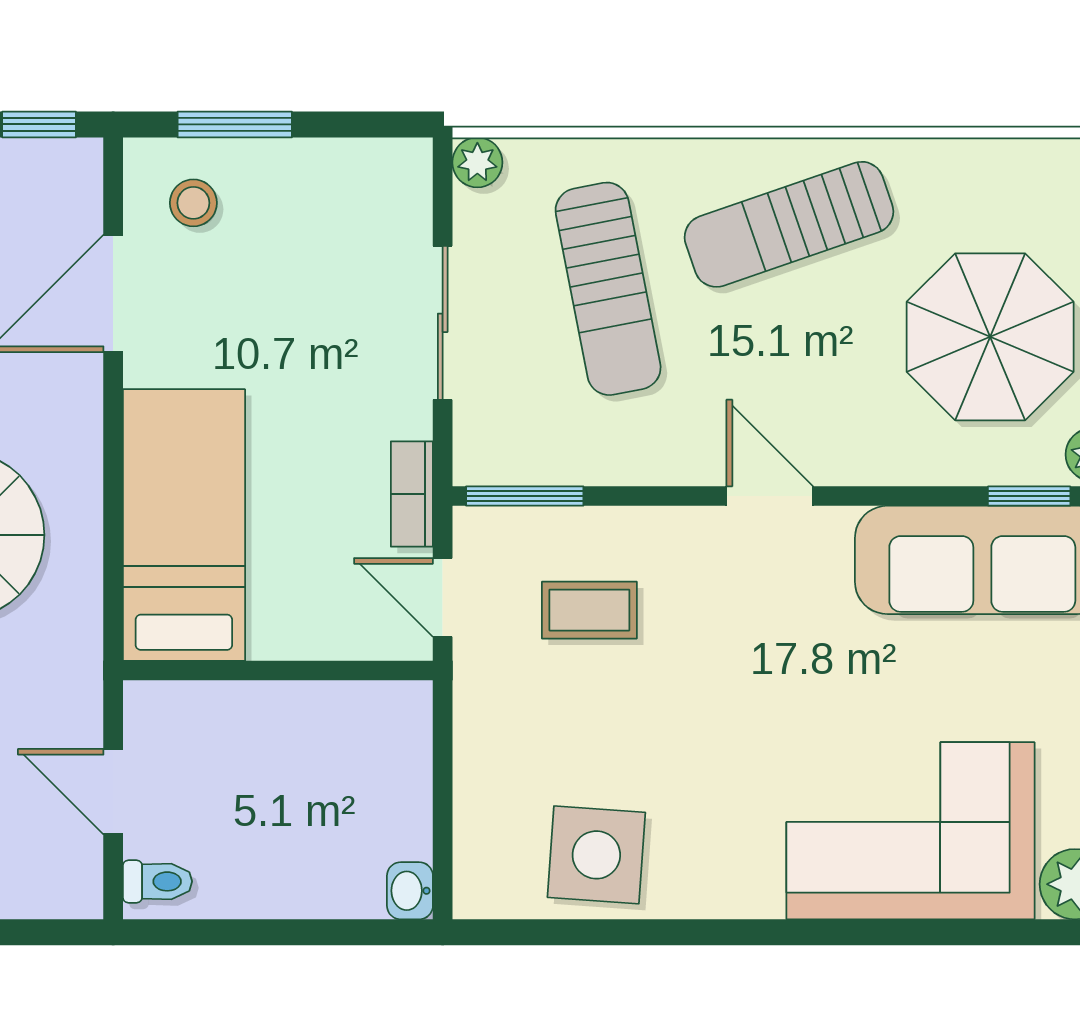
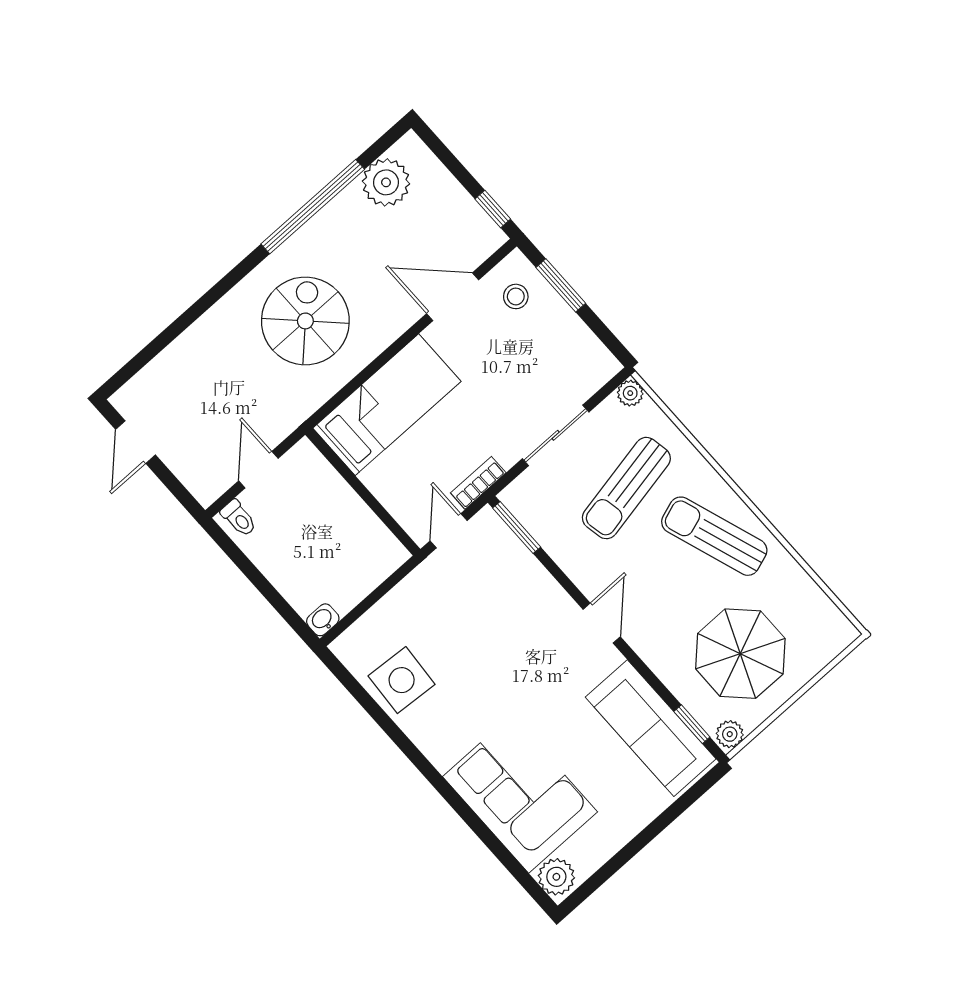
coffee table: (589, 610) -> (495, 592), removed

